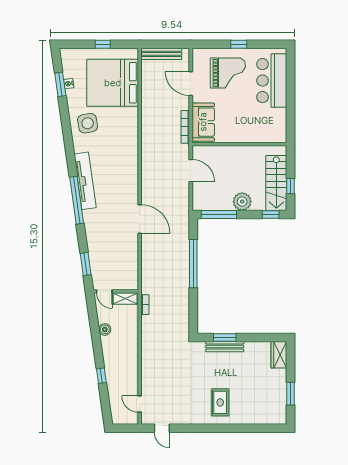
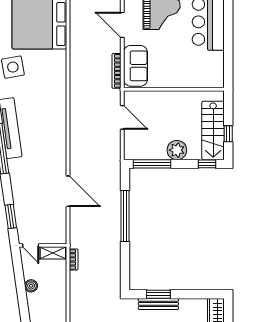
door: (140, 219) -> (68, 191), moved

